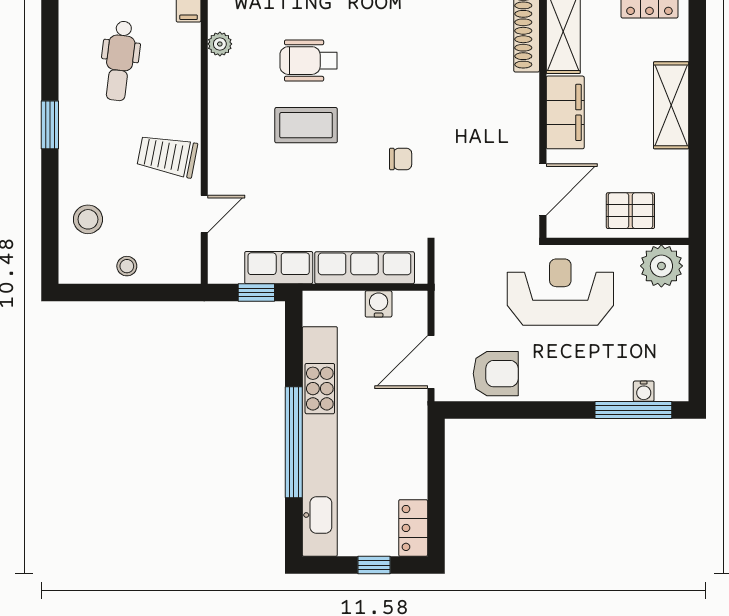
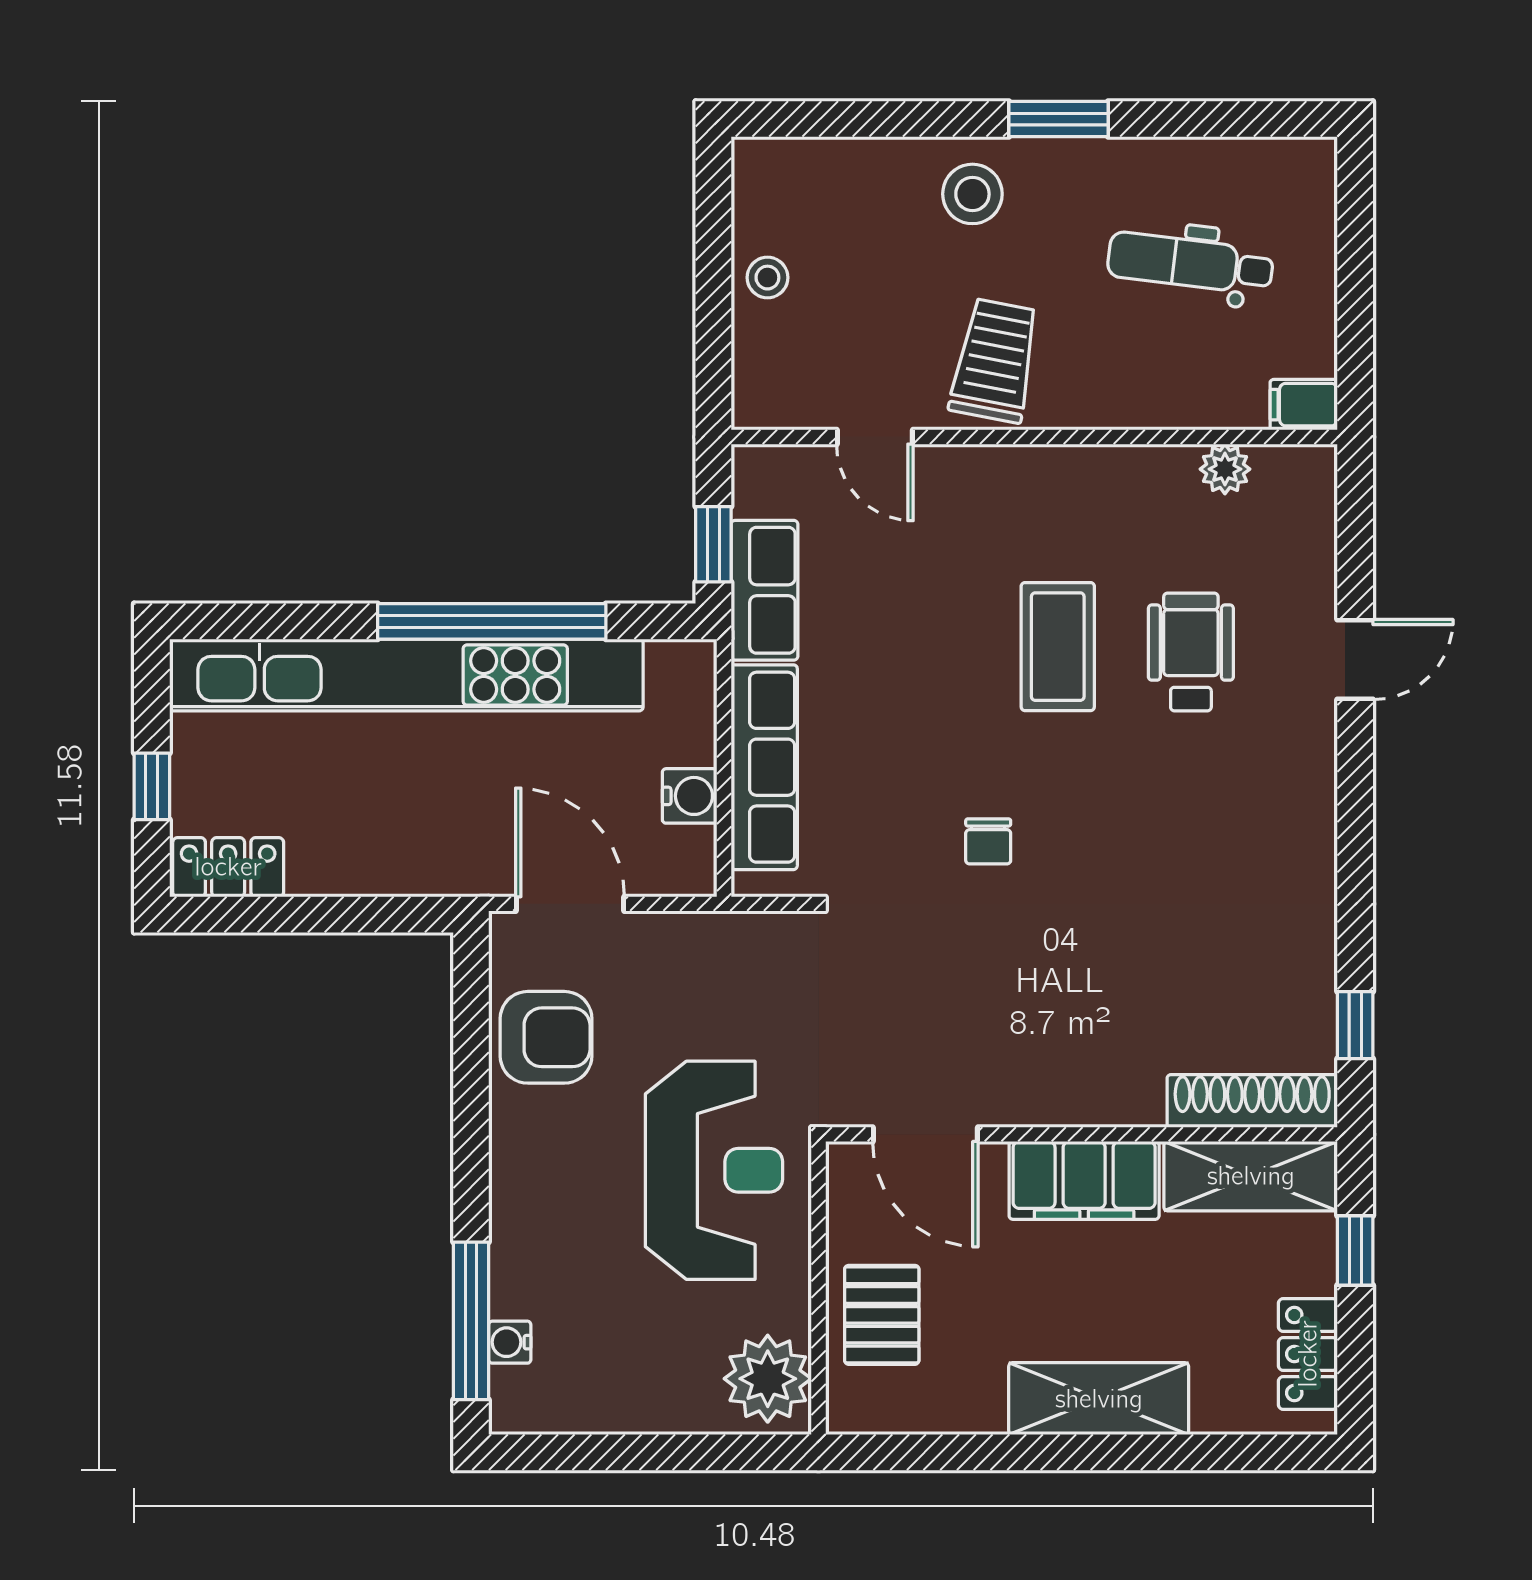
stool: (88, 219) -> (972, 194), moved
armchair: (496, 374) -> (546, 1037), turned -90
window: (294, 442) -> (492, 621), moved

